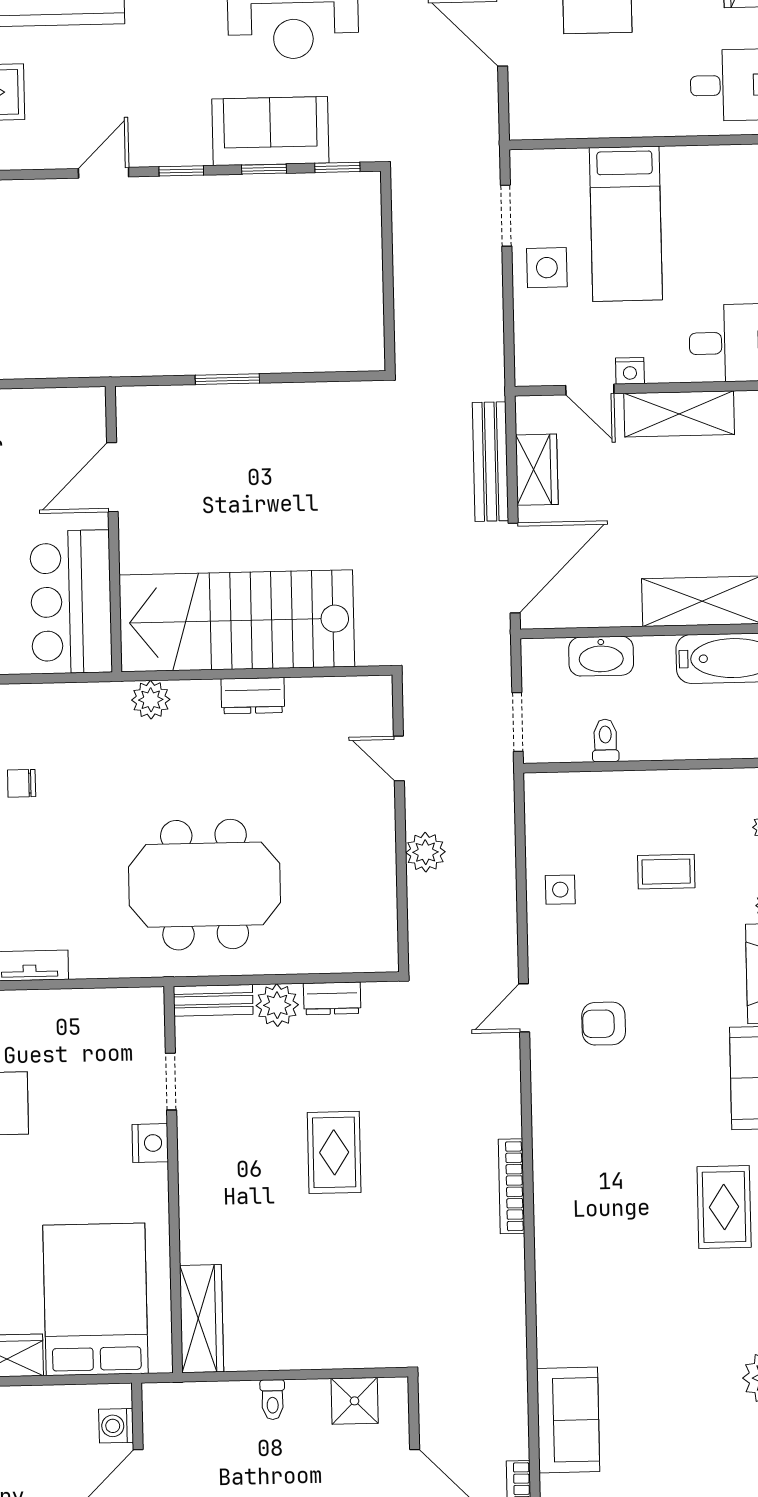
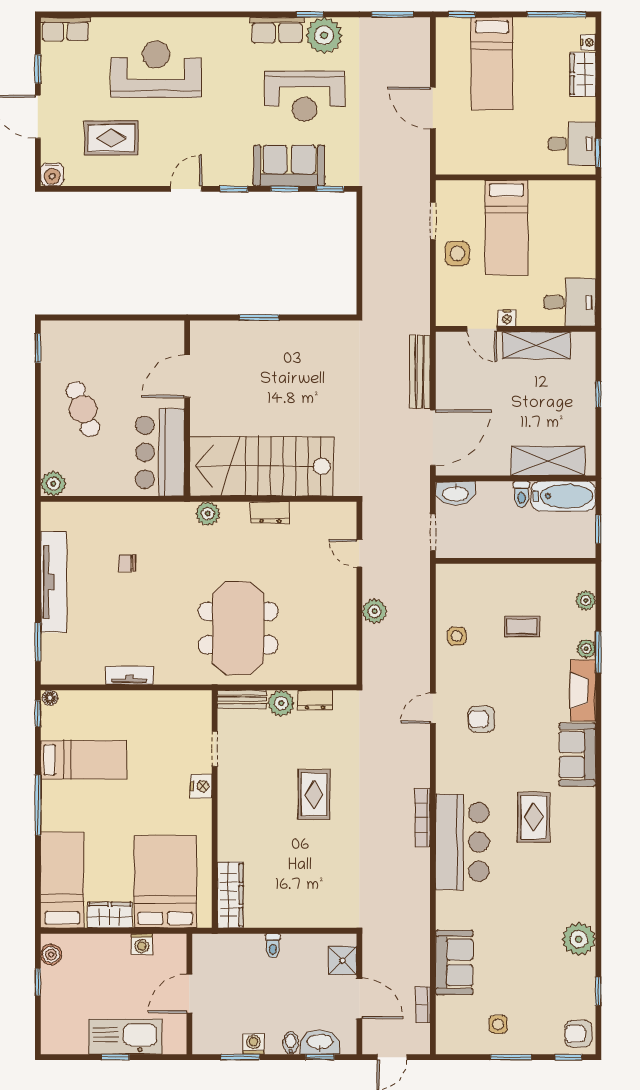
wardrobe: (537, 470) -> (448, 378), removed
washbasin: (601, 656) -> (455, 493), moved
toilet: (605, 740) -> (521, 494), moved, turned 180
meeting table: (205, 885) -> (238, 628), turned 90
rug: (724, 1207) -> (534, 817), moved
bar counter: (577, 1224) -> (462, 842), added
shower: (355, 1401) -> (342, 961), moved
washing machine: (116, 1426) -> (142, 944), moved, turned -90

